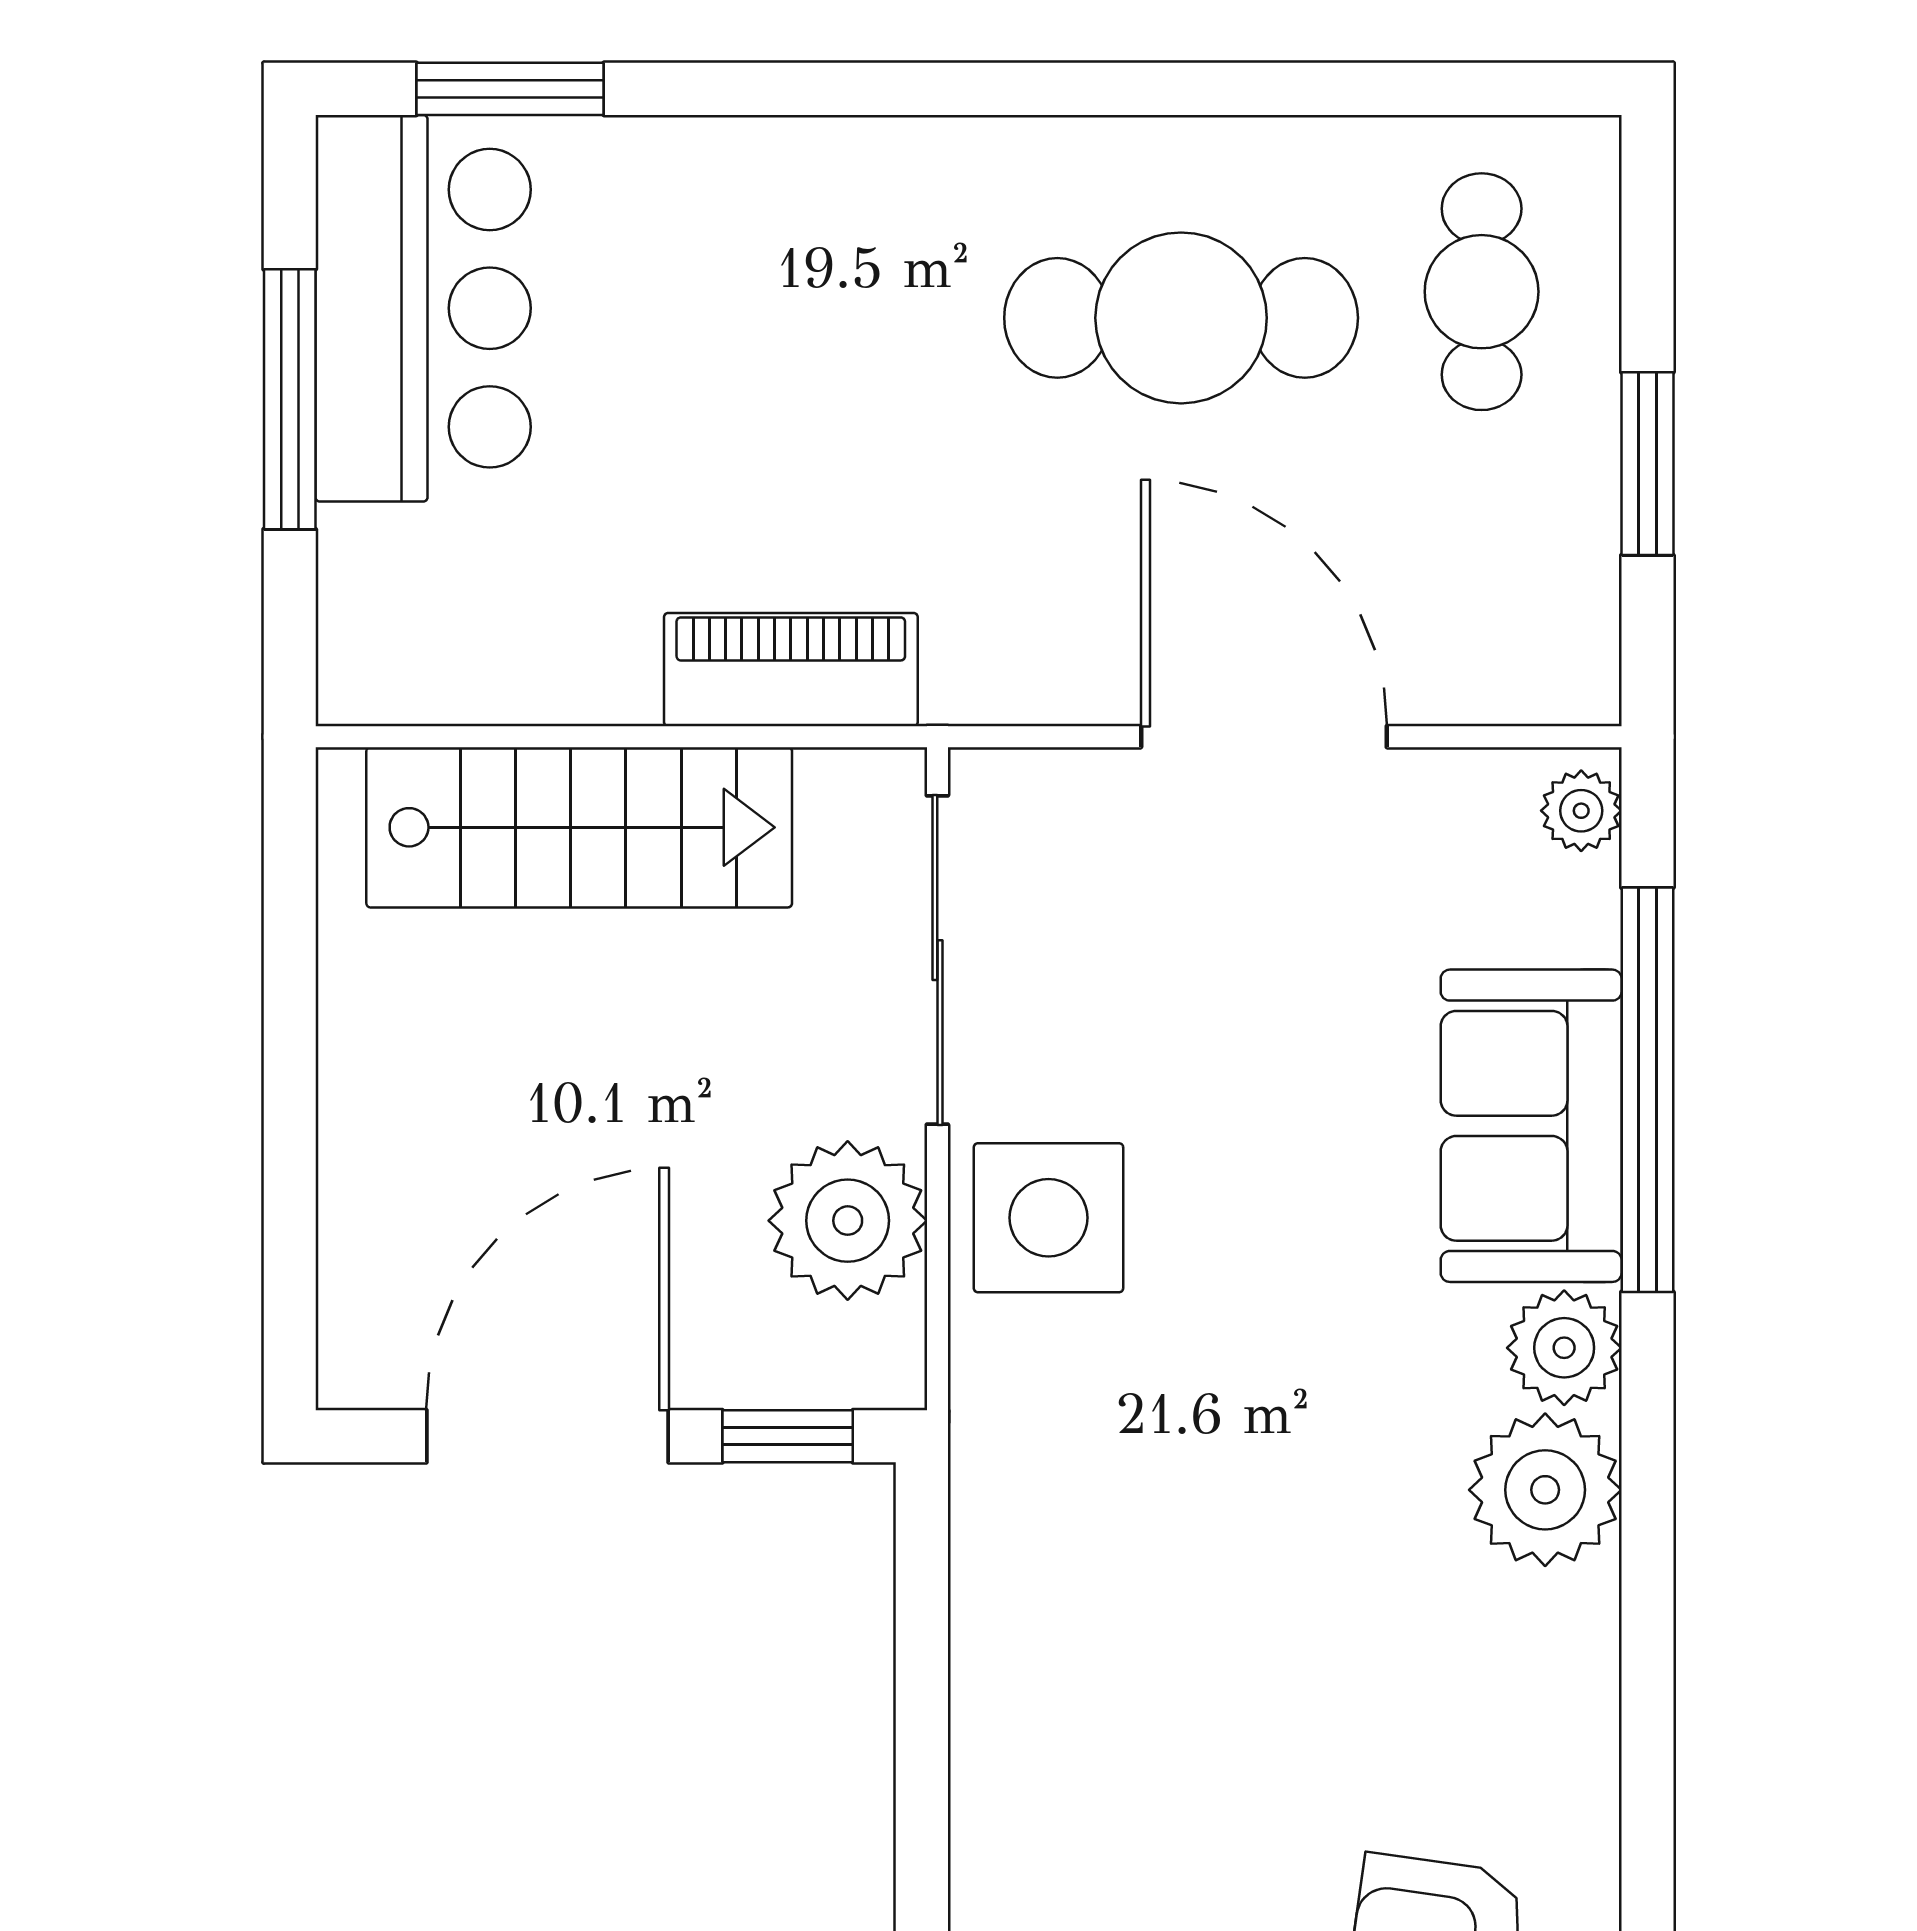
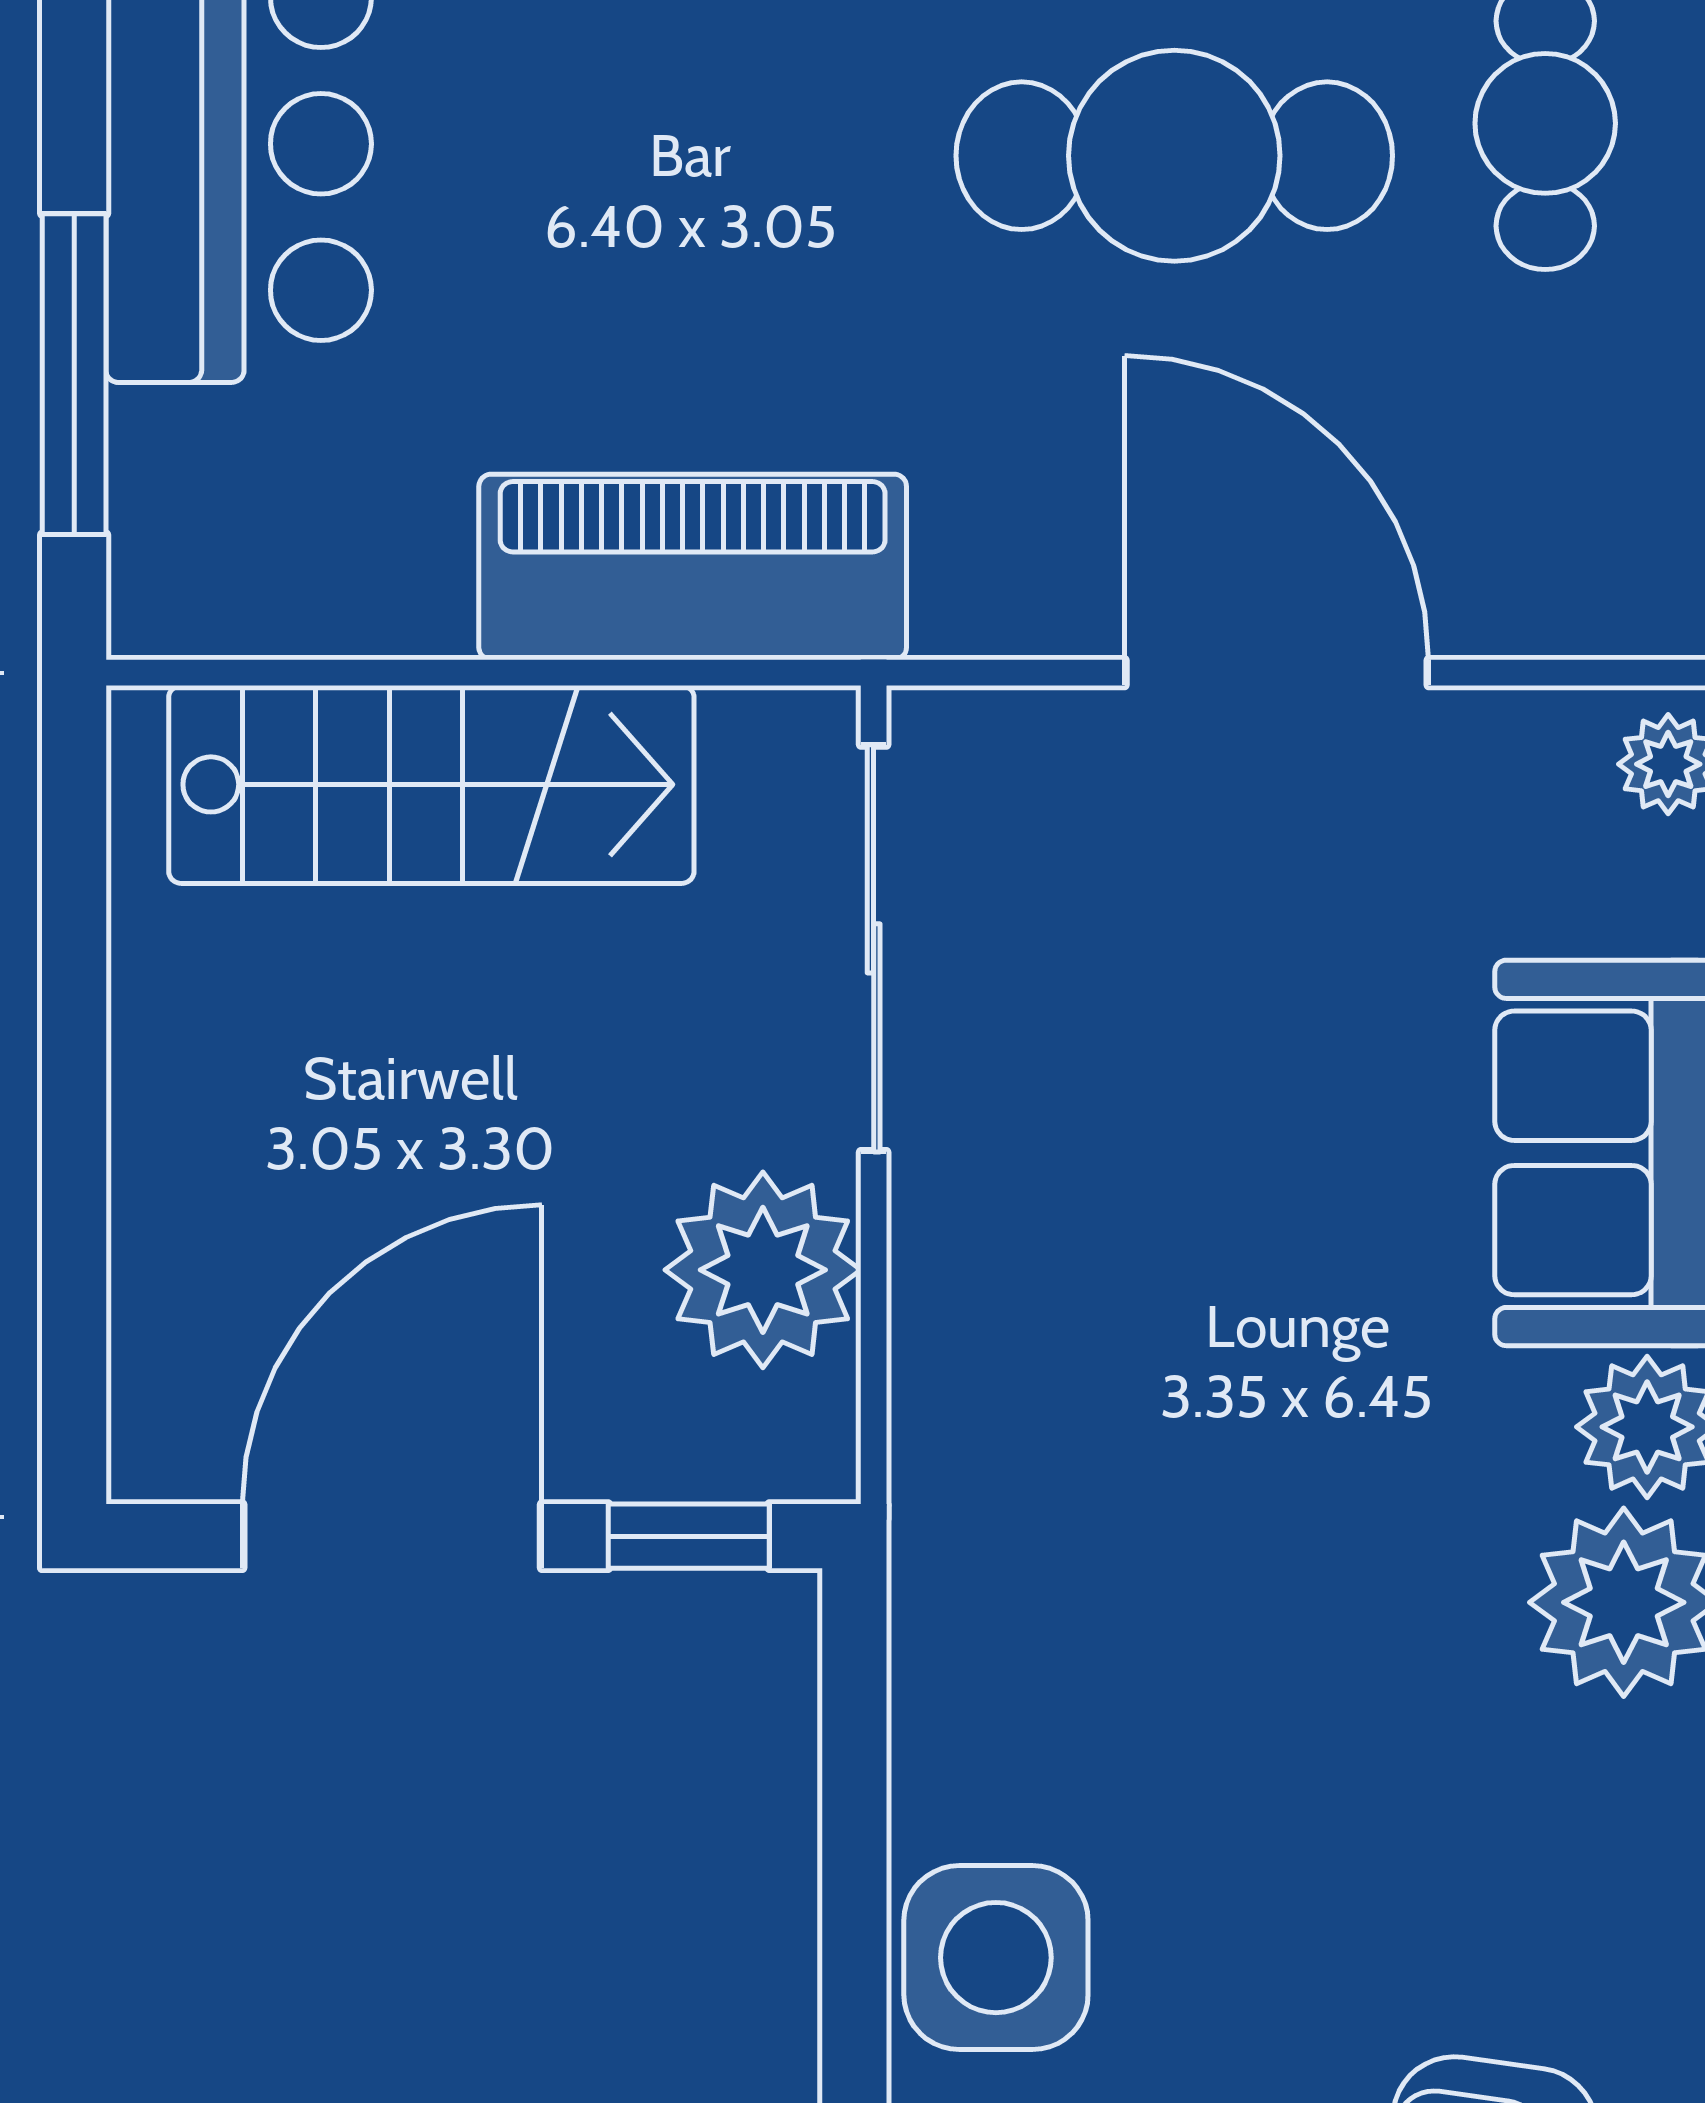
window: (290, 399) -> (74, 374), moved
piano: (791, 670) -> (693, 567), width x1.37, depth x1.33
side table: (1048, 1218) -> (996, 1958), moved

